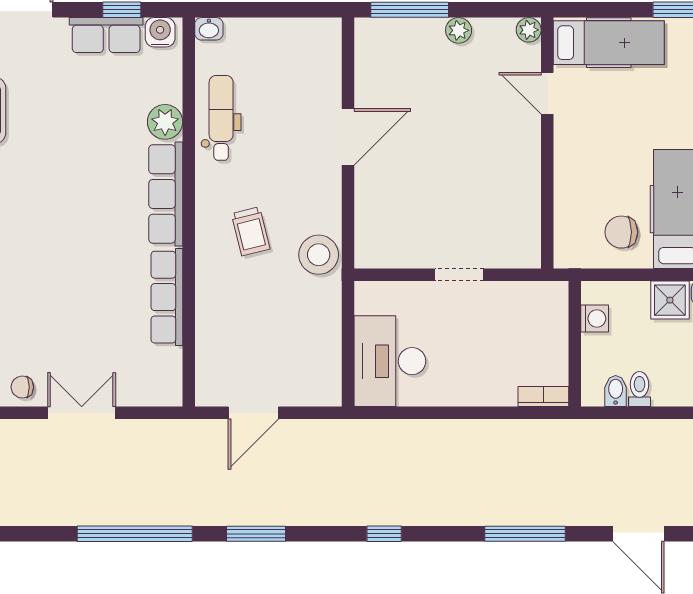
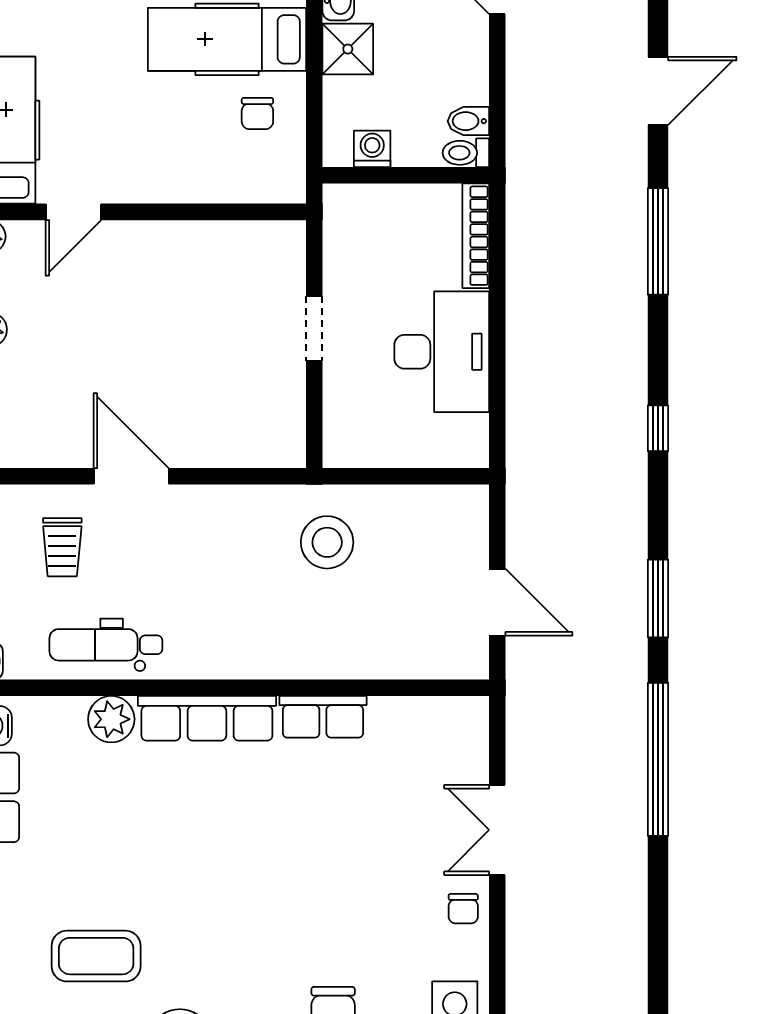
trolley: (251, 231) -> (62, 547), moved, turned 104
chair: (621, 232) -> (257, 113), width x0.73, depth x0.73
stool: (319, 255) -> (327, 542), moved
row of seats: (167, 297) -> (323, 717), width x0.68
desk: (390, 361) -> (442, 352), moved, turned -90
toilet: (639, 389) -> (466, 153), moved
bookcase: (543, 397) -> (476, 236), width x1.56

